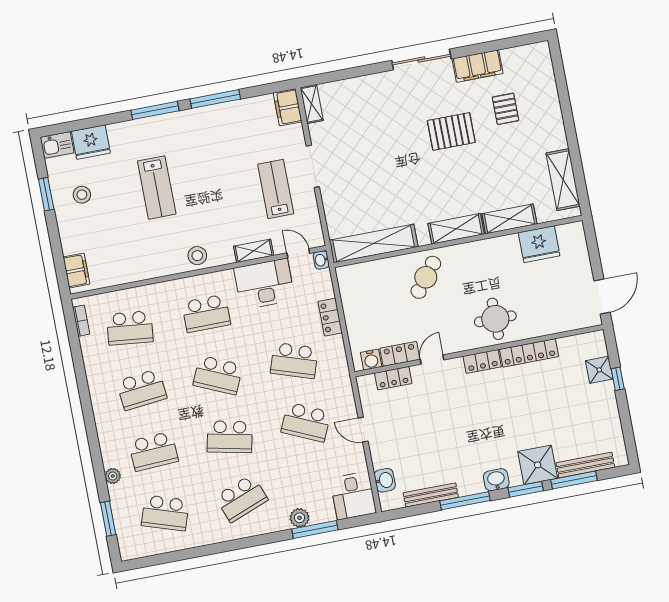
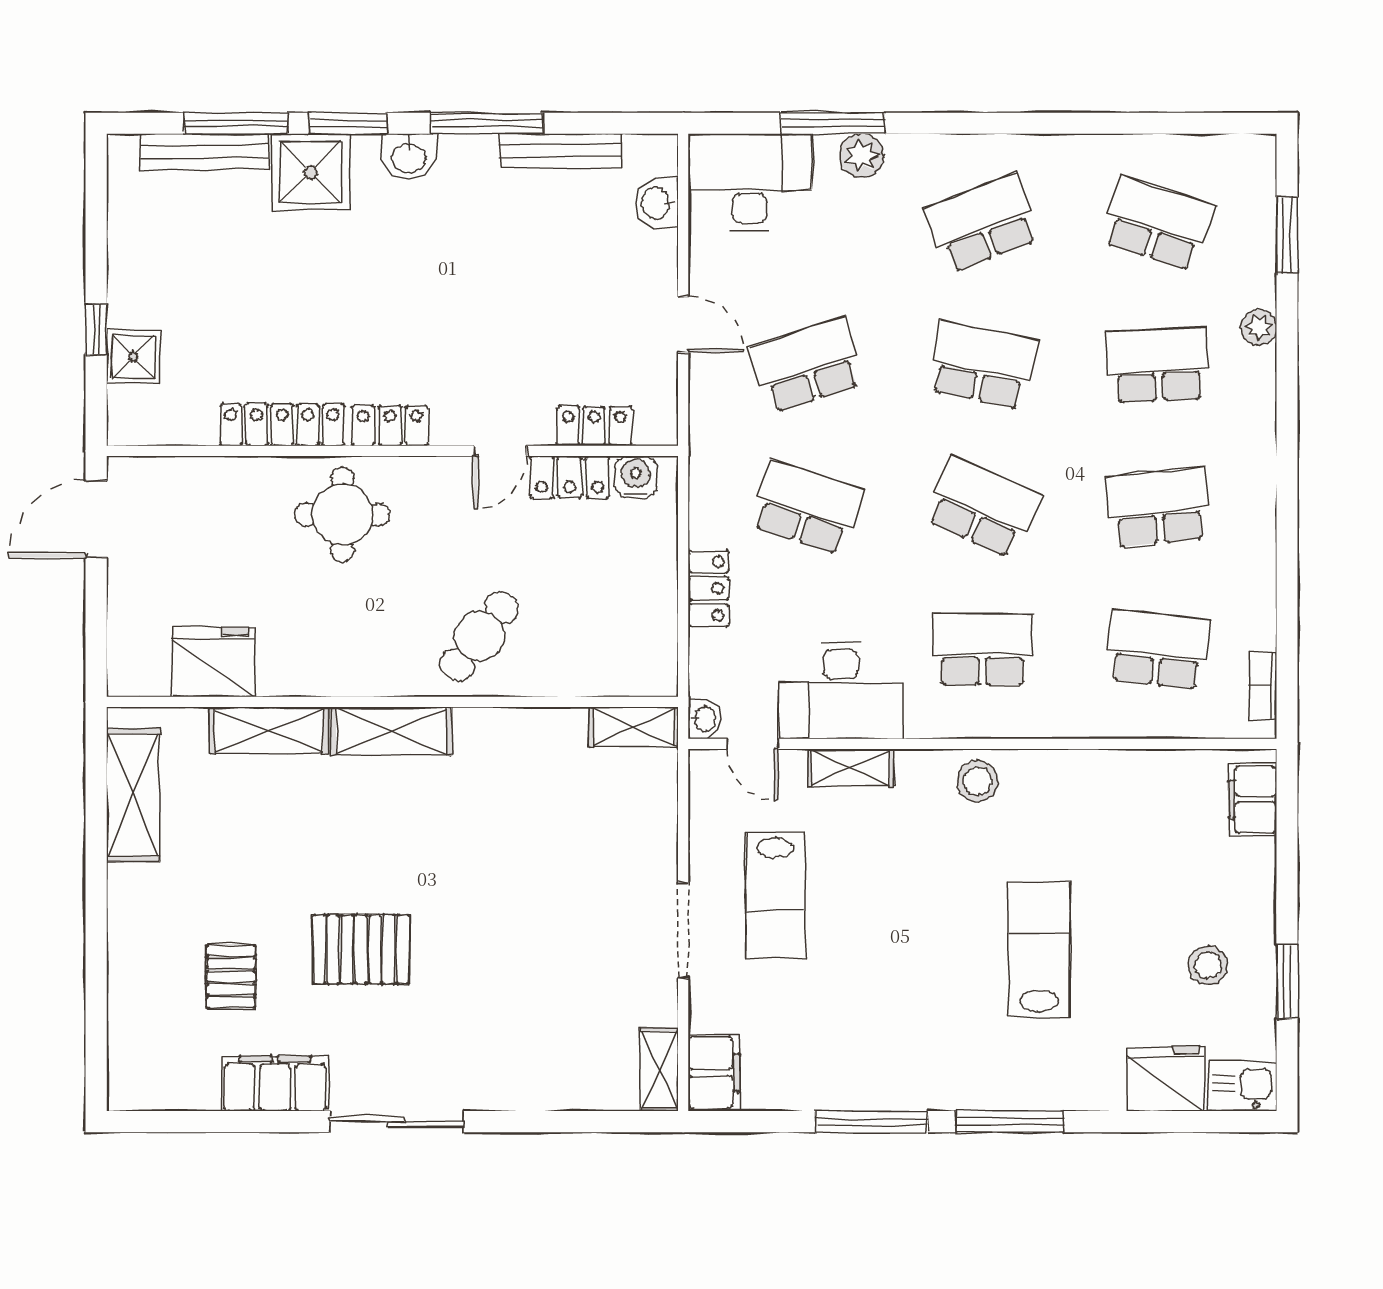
shelving: (374, 243) -> (634, 727), width x0.45, depth x0.75
school desk: (306, 422) -> (807, 365), turned -42
desk: (353, 496) -> (750, 182), width x1.37

